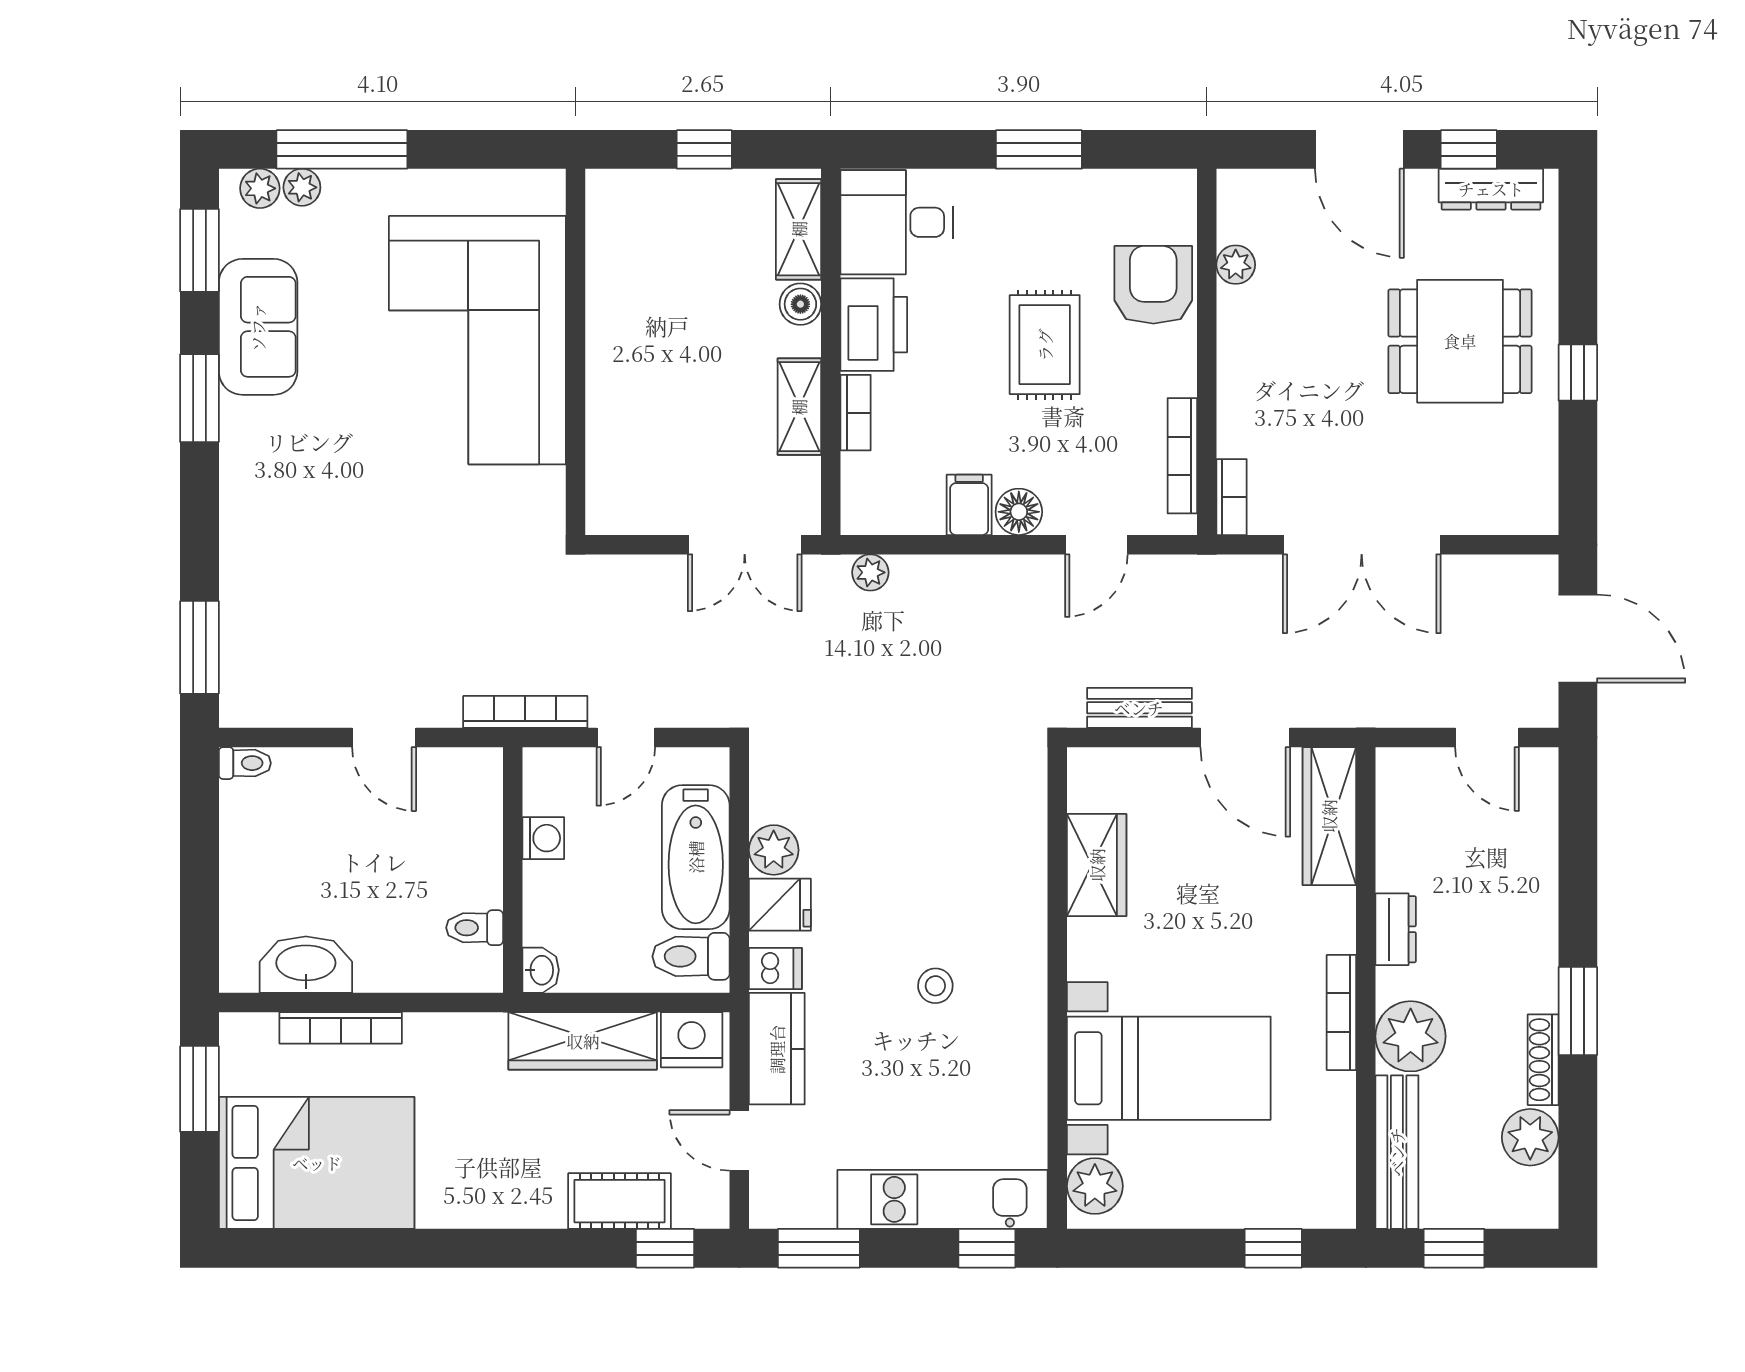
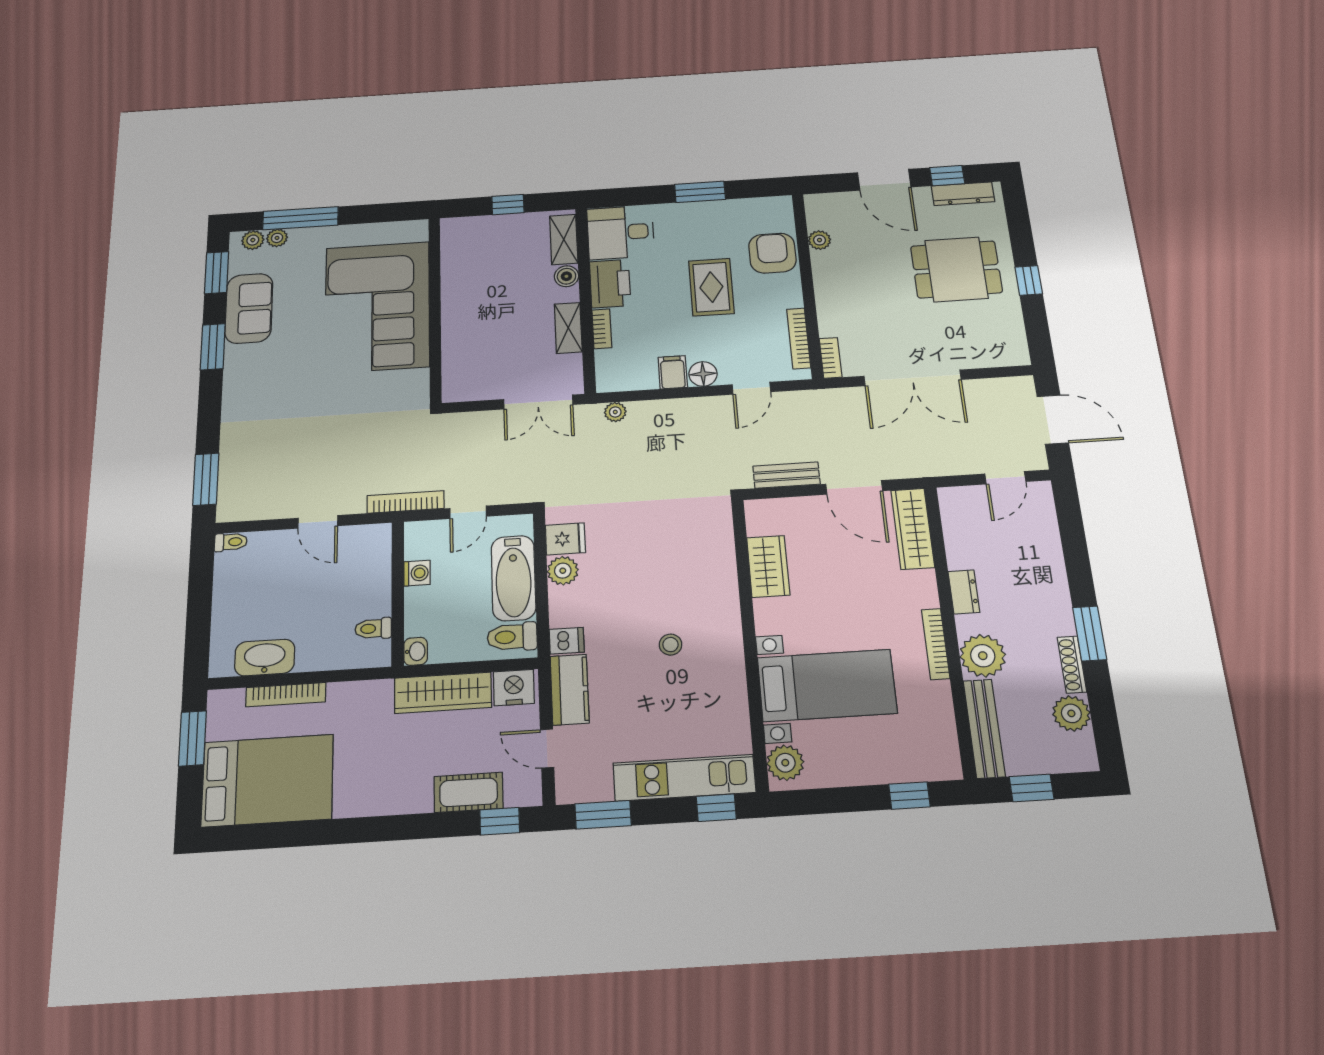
door: (1487, 737) -> (1005, 478), hinge flipped
fridge: (780, 905) -> (565, 539), moved

